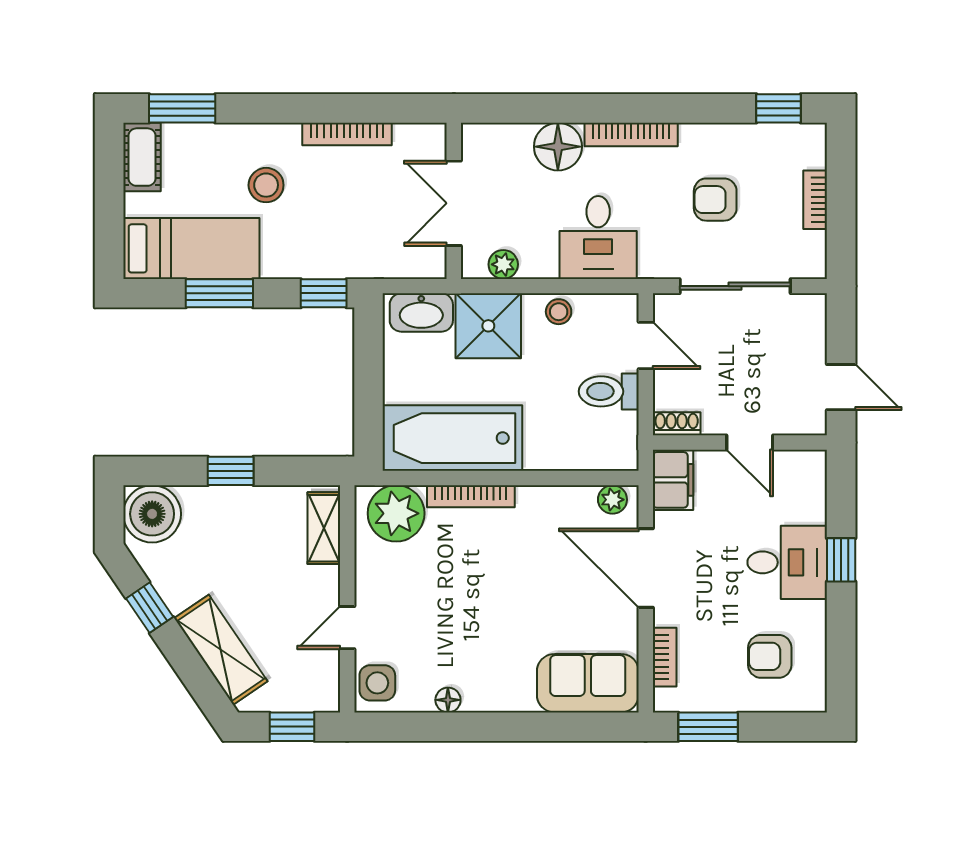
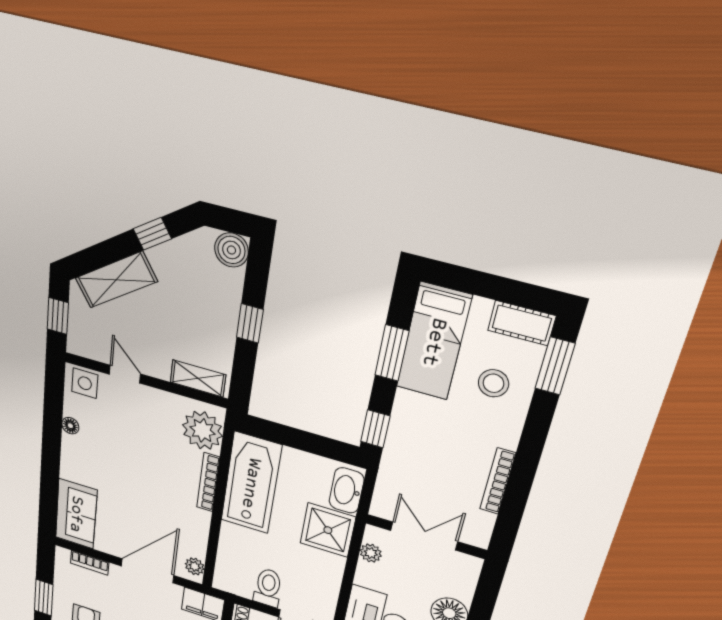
stool: (266, 185) -> (493, 383), moved
stool: (559, 312) -> (329, 576), removed
boiler: (152, 514) -> (231, 250), width x0.73, depth x0.73
window: (708, 727) -> (44, 598), moved

